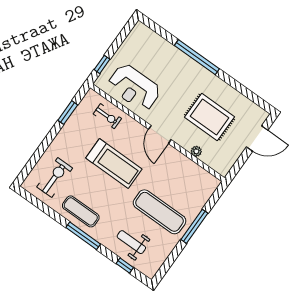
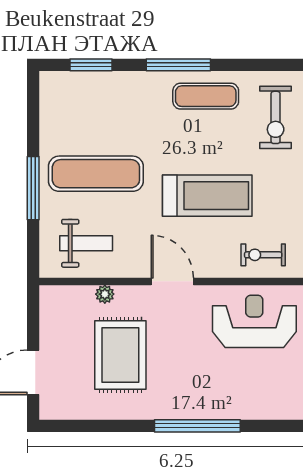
rug: (210, 117) -> (120, 355), turned 90
treadmill: (114, 164) -> (207, 196), turned 180
weight bench: (131, 242) -> (86, 243), moved
window: (125, 265) -> (91, 65), width x1.50

